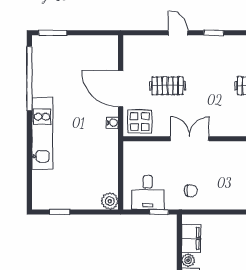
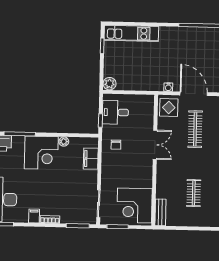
clothes rail: (168, 86) -> (195, 129), width x1.36
door: (121, 89) -> (194, 94), hinge flipped
kitchen unit: (42, 133) -> (131, 33), moved
filing cabinet: (191, 238) -> (91, 159), moved, turned 90

